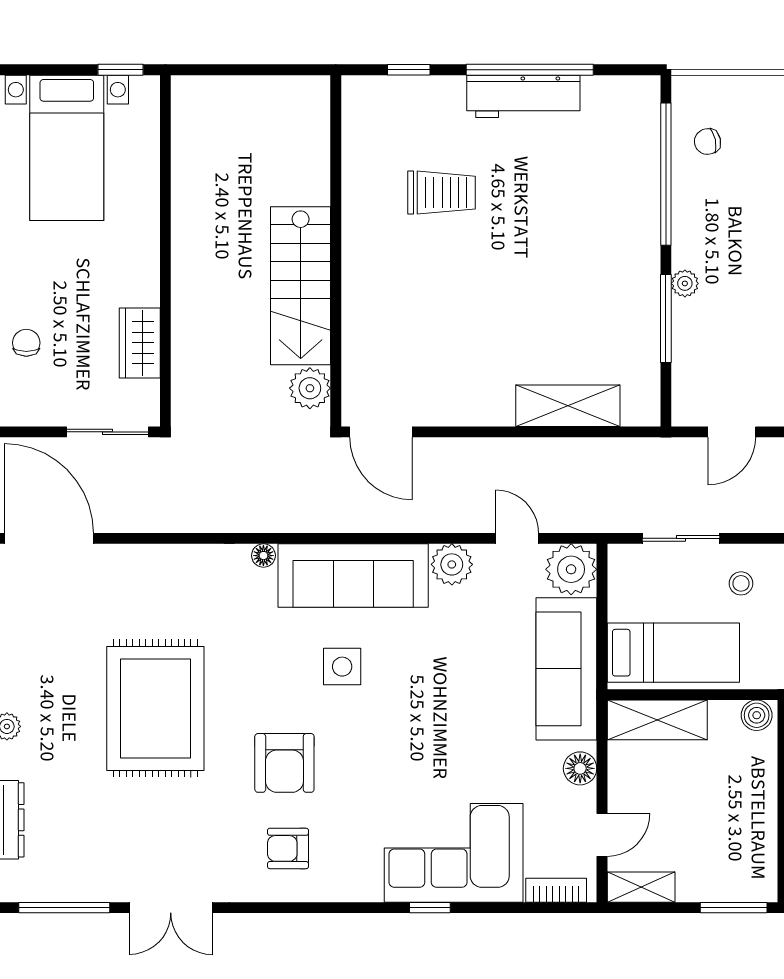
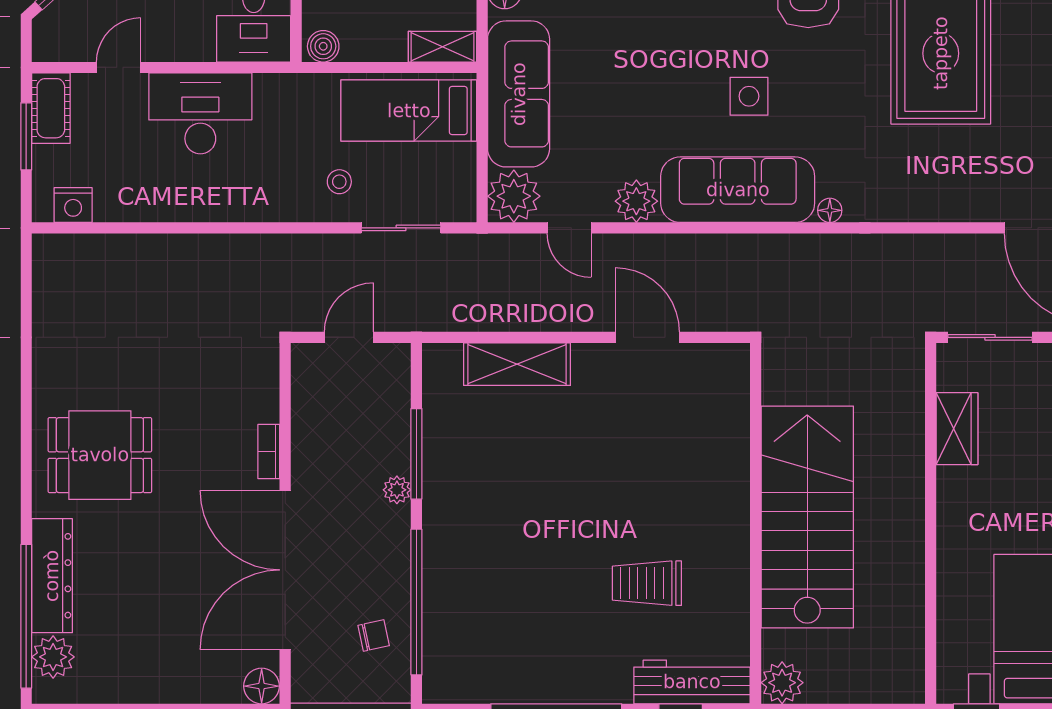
workbench: (523, 96) -> (692, 682), moved
stairs: (301, 286) -> (807, 517), width x1.36, depth x1.51
plant: (310, 388) -> (782, 683), moved
door: (381, 432) -> (647, 337), moved
shelving: (657, 720) -> (442, 47), width x0.67, depth x0.75

